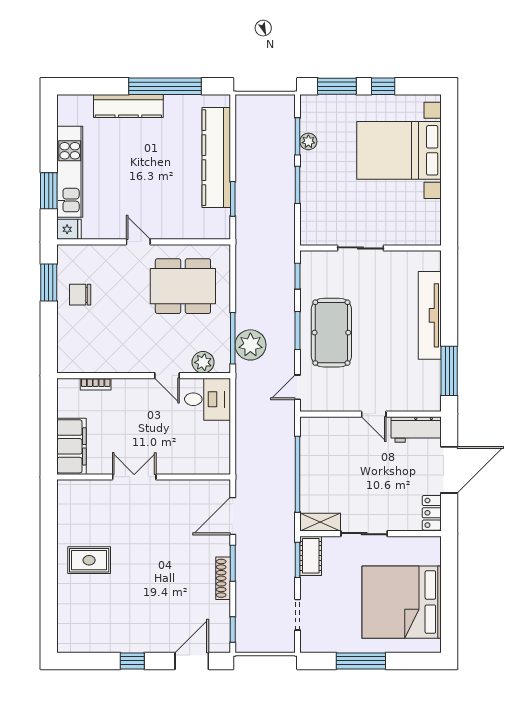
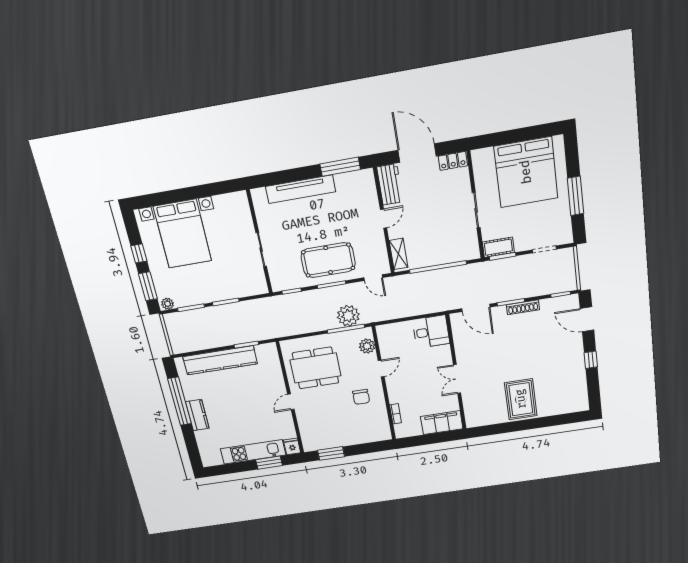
kitchen counter: (128, 106) -> (197, 415), width x0.67
plant: (308, 141) -> (168, 304), moved
dining table: (183, 286) -> (315, 368), turned 90
chair: (80, 295) -> (361, 397), moved
desk: (207, 399) -> (431, 332), moved, turned 90
shelving: (320, 522) -> (399, 254), moved
rug: (89, 560) -> (521, 399), width x1.36, depth x1.43

